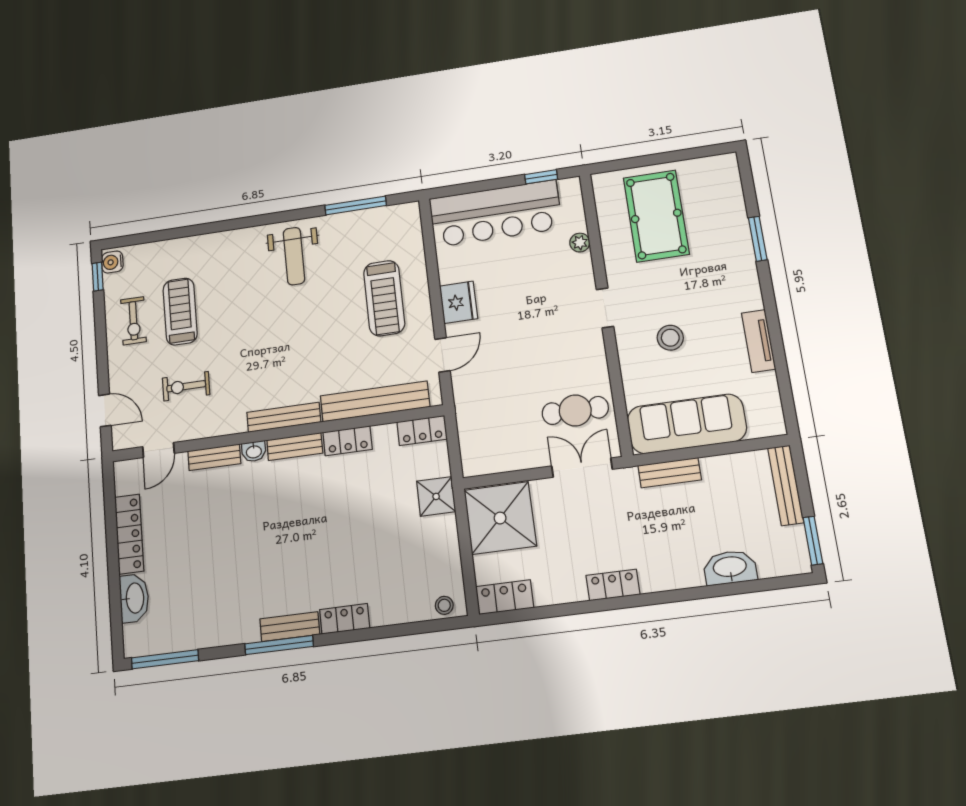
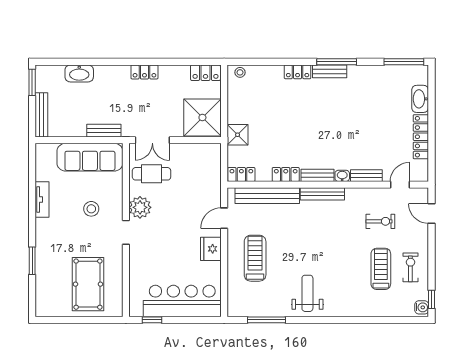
plant: (580, 243) -> (140, 207), moved, width x1.87, depth x1.87
treadmill: (180, 311) -> (381, 269), turned 180

